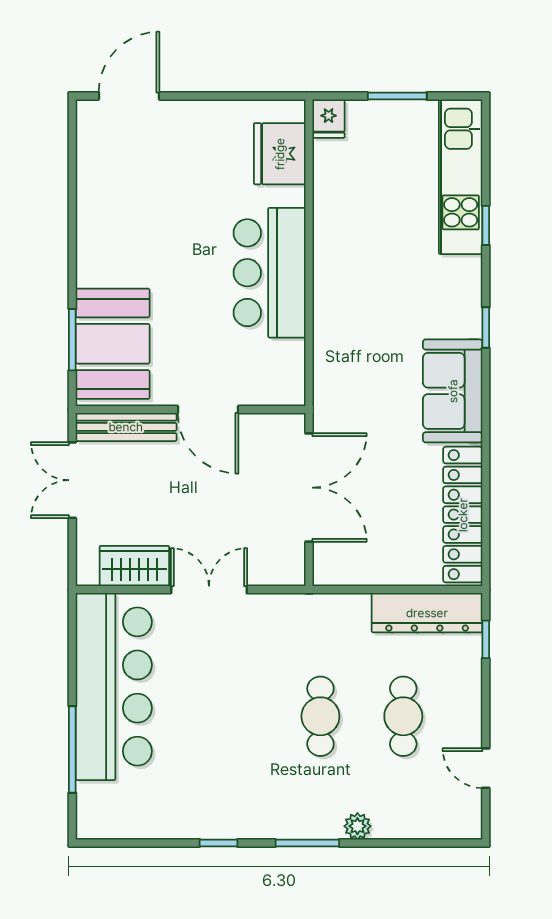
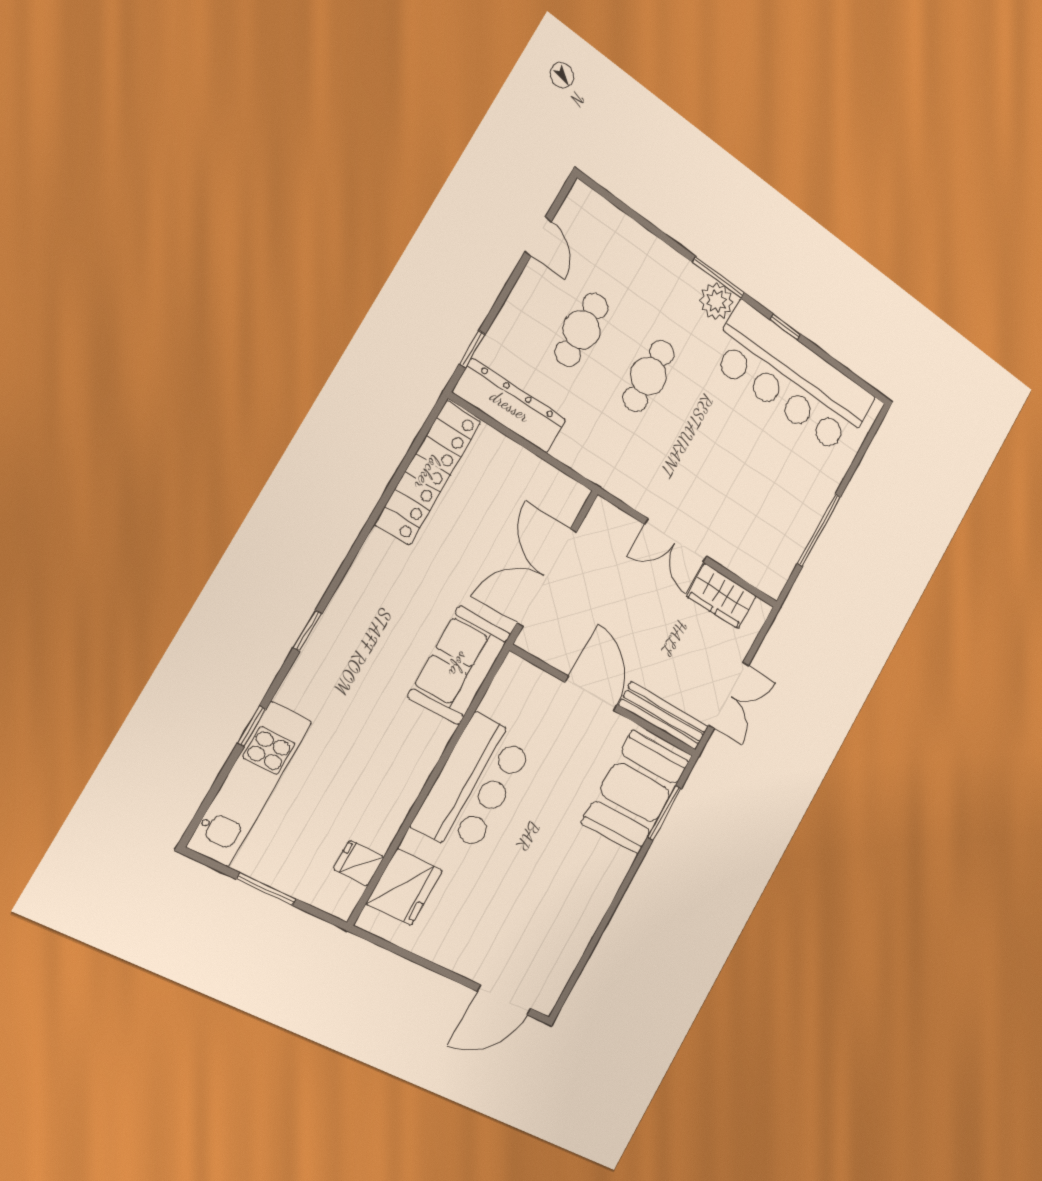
fridge: (329, 119) -> (359, 863), moved, turned -90
sofa: (453, 391) -> (459, 665), moved, turned 180
bar counter: (114, 687) -> (793, 380), moved, turned -90
window: (72, 750) -> (819, 530), moved
plant: (357, 826) -> (716, 301), moved, width x1.38, depth x1.38

